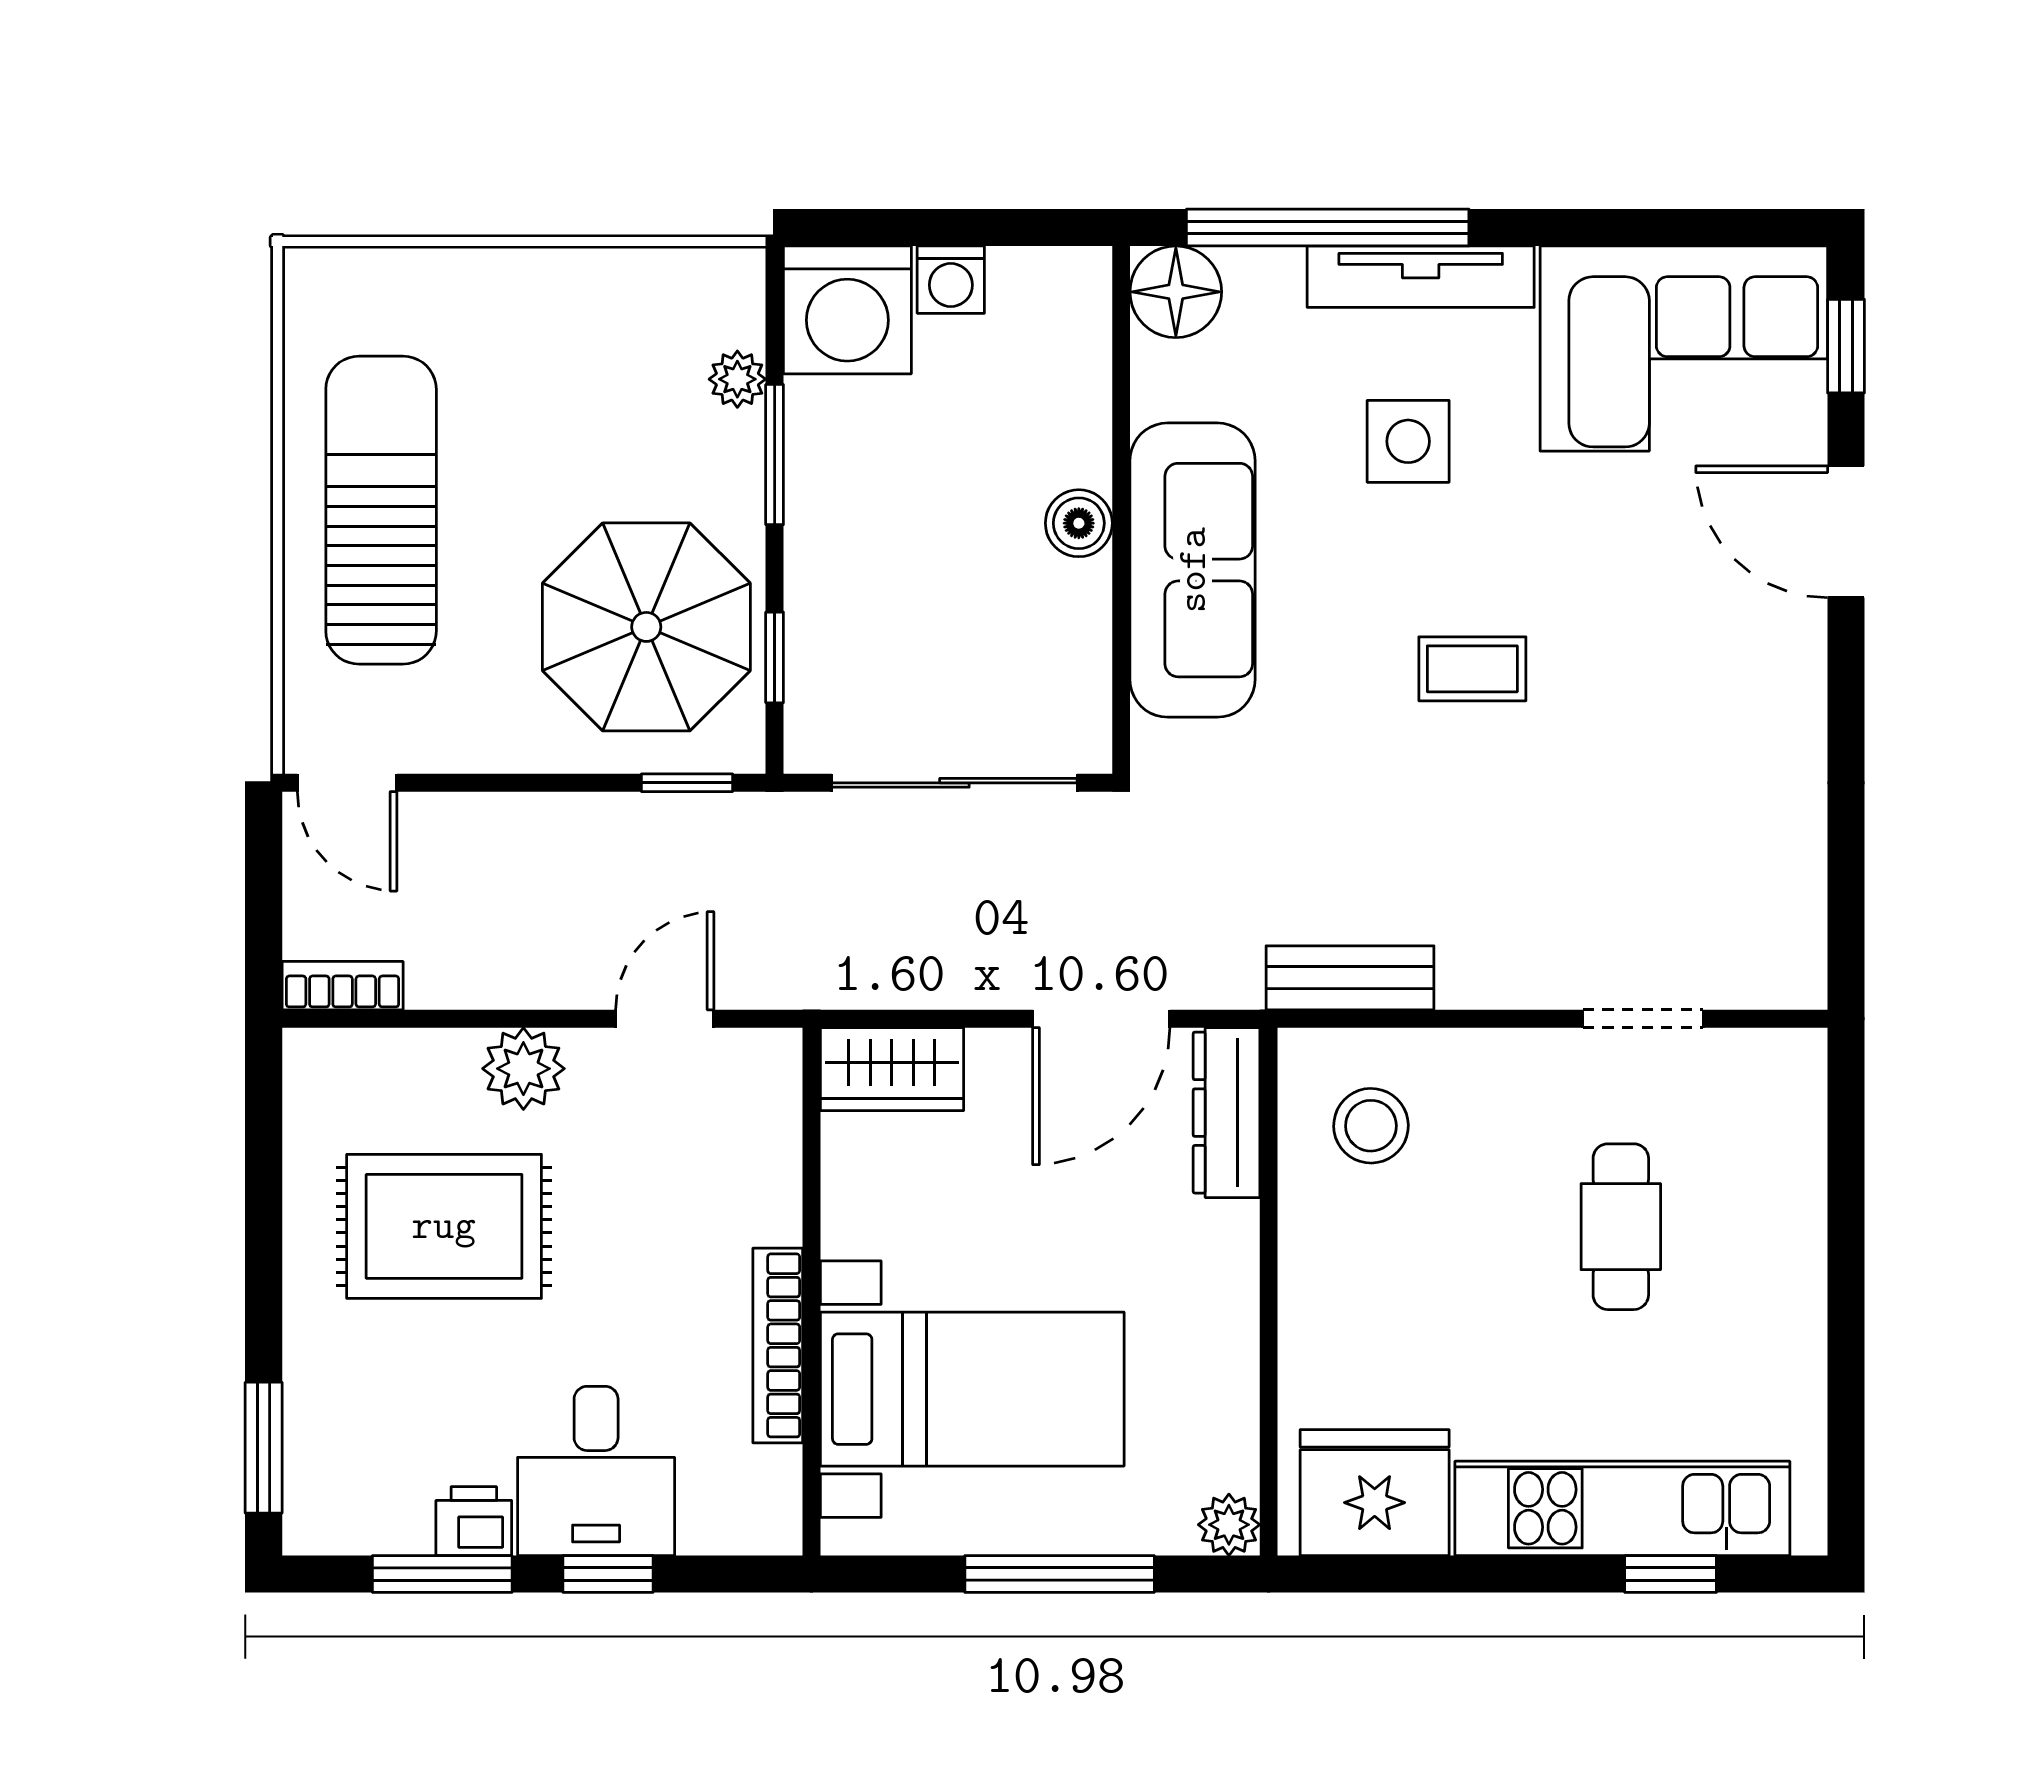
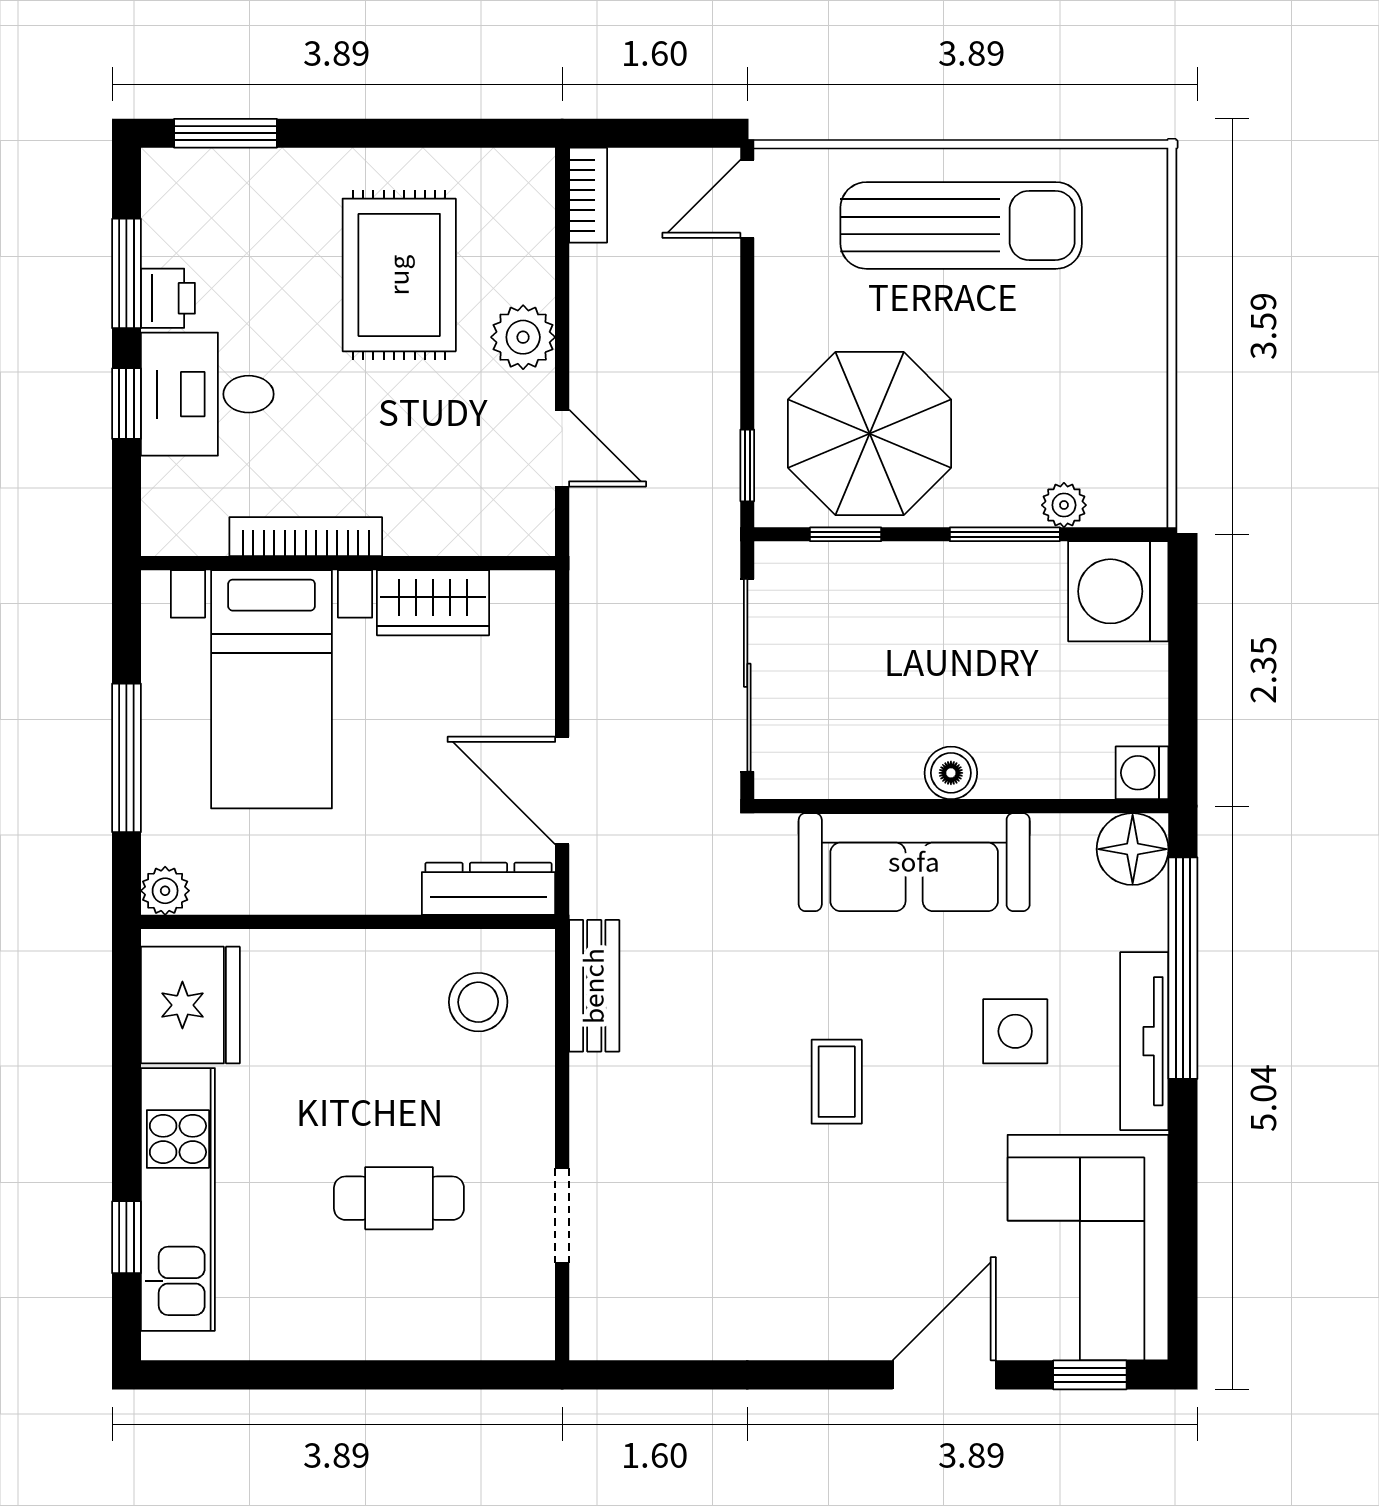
washing machine: (951, 280) -> (1142, 773), moved
wardrobe: (892, 1069) -> (433, 603), moved, turned -90

